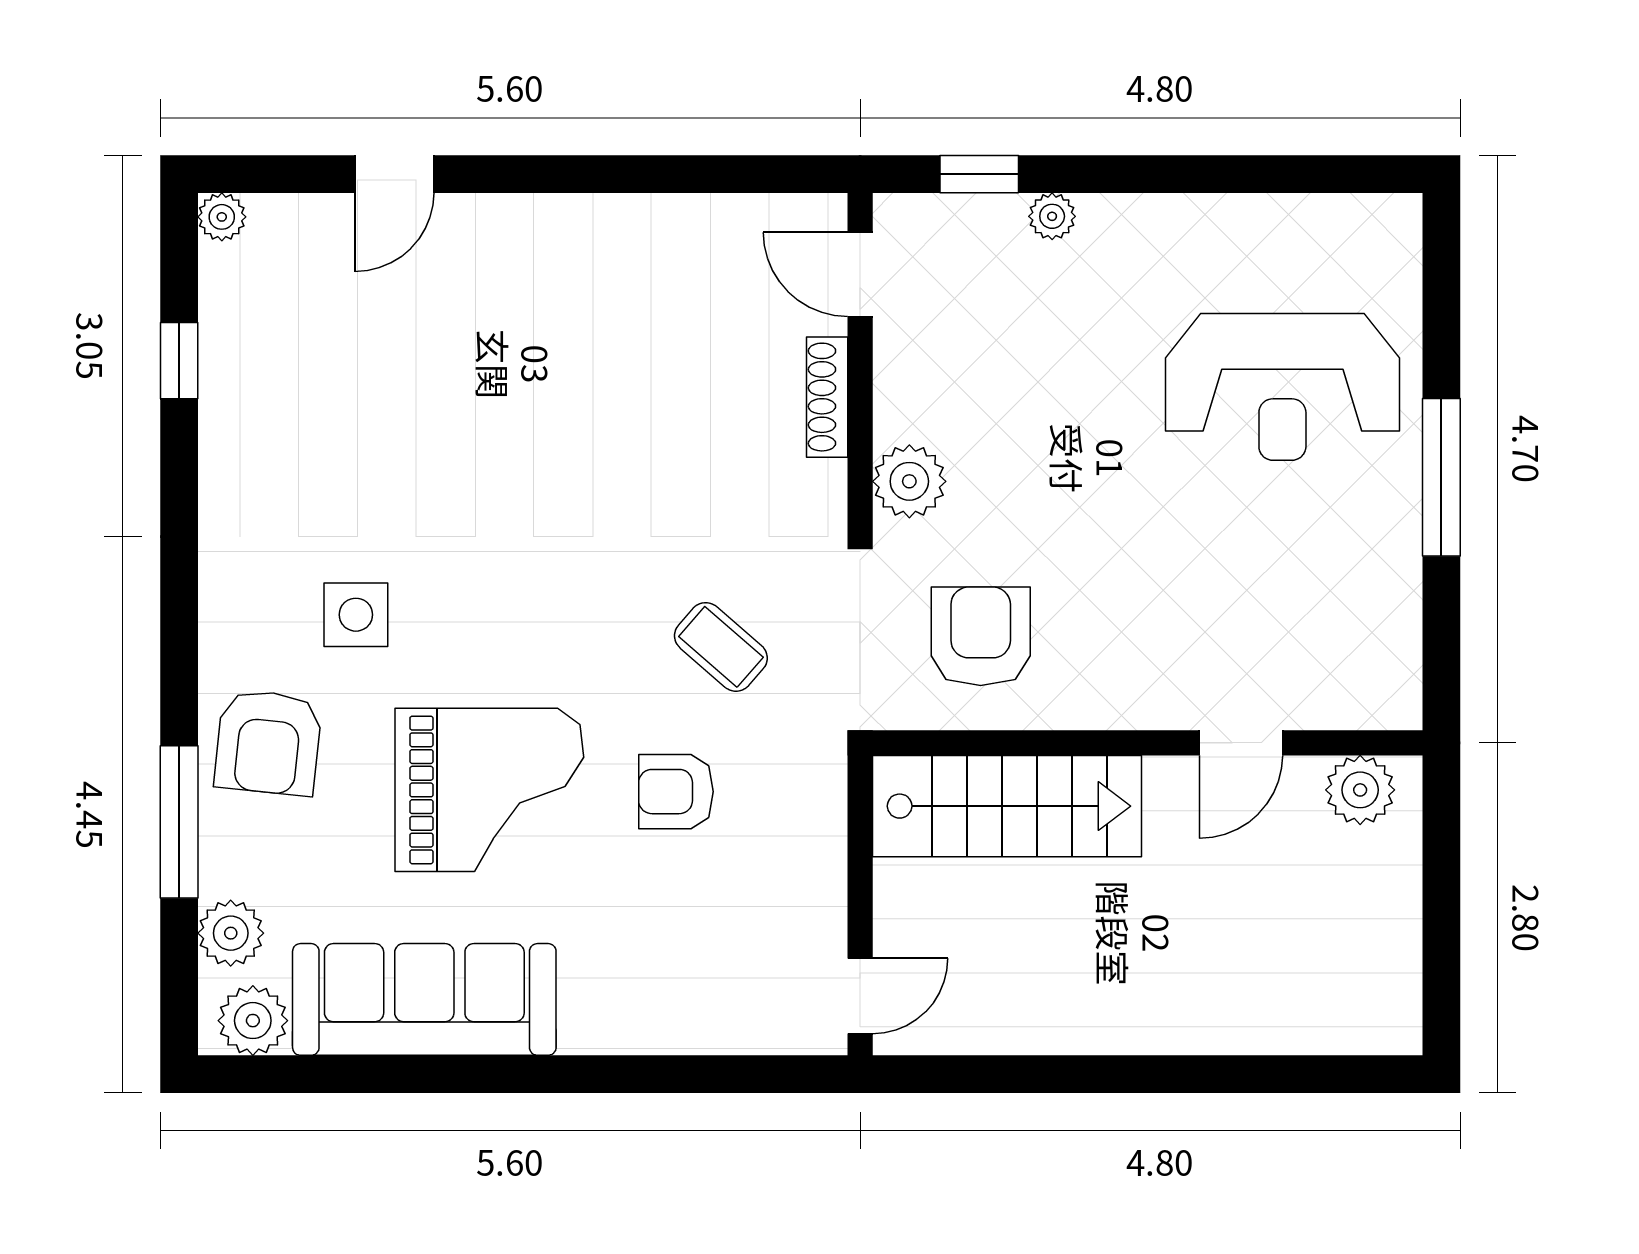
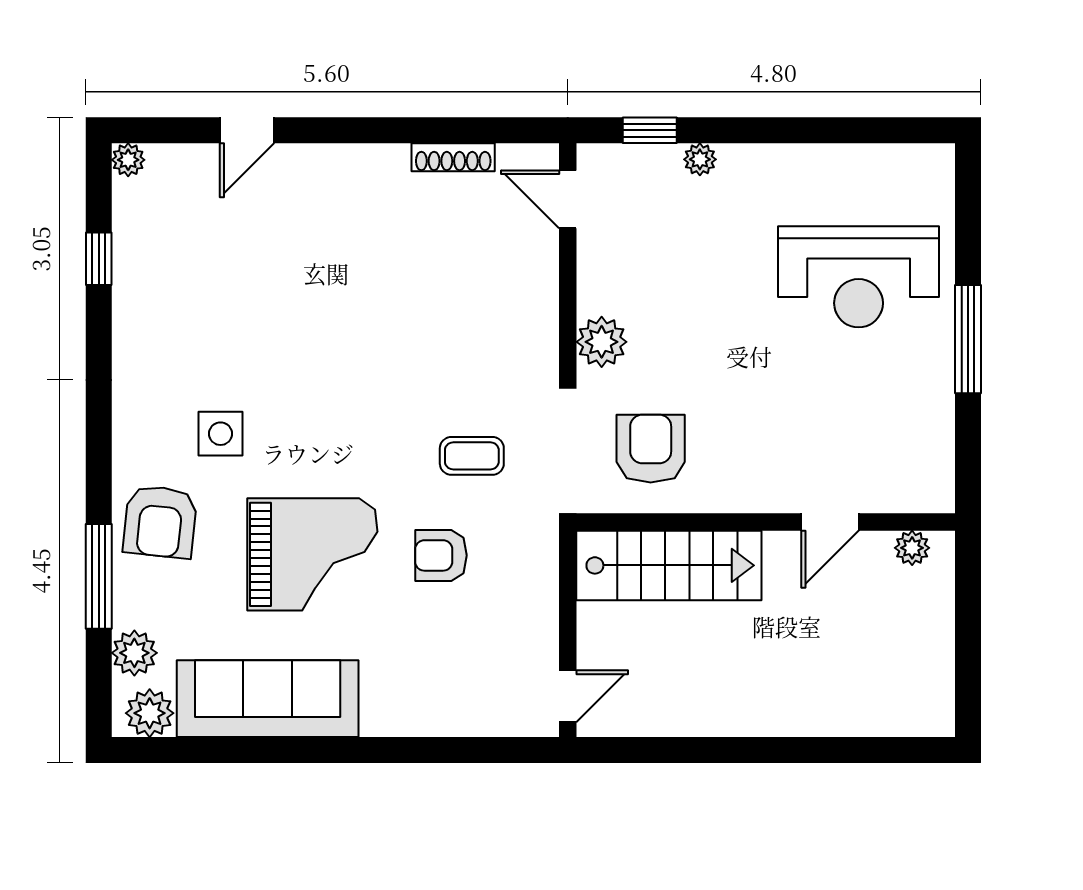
shoe rack: (827, 397) -> (453, 157), moved, turned -90
coffee table: (721, 647) -> (472, 456), turned -41
plant: (1360, 790) -> (912, 548), width x0.73, depth x0.73

